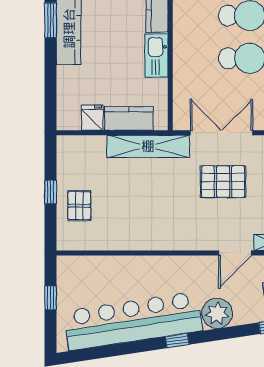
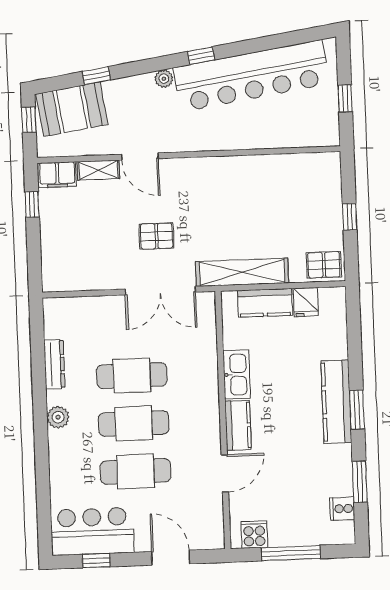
pallet: (223, 182) -> (156, 236), width x0.67, depth x0.71
pallet: (79, 206) -> (324, 265), moved, turned 90
door: (235, 253) -> (140, 156), swing flipped
plant: (217, 313) -> (164, 79), width x0.53, depth x0.53

